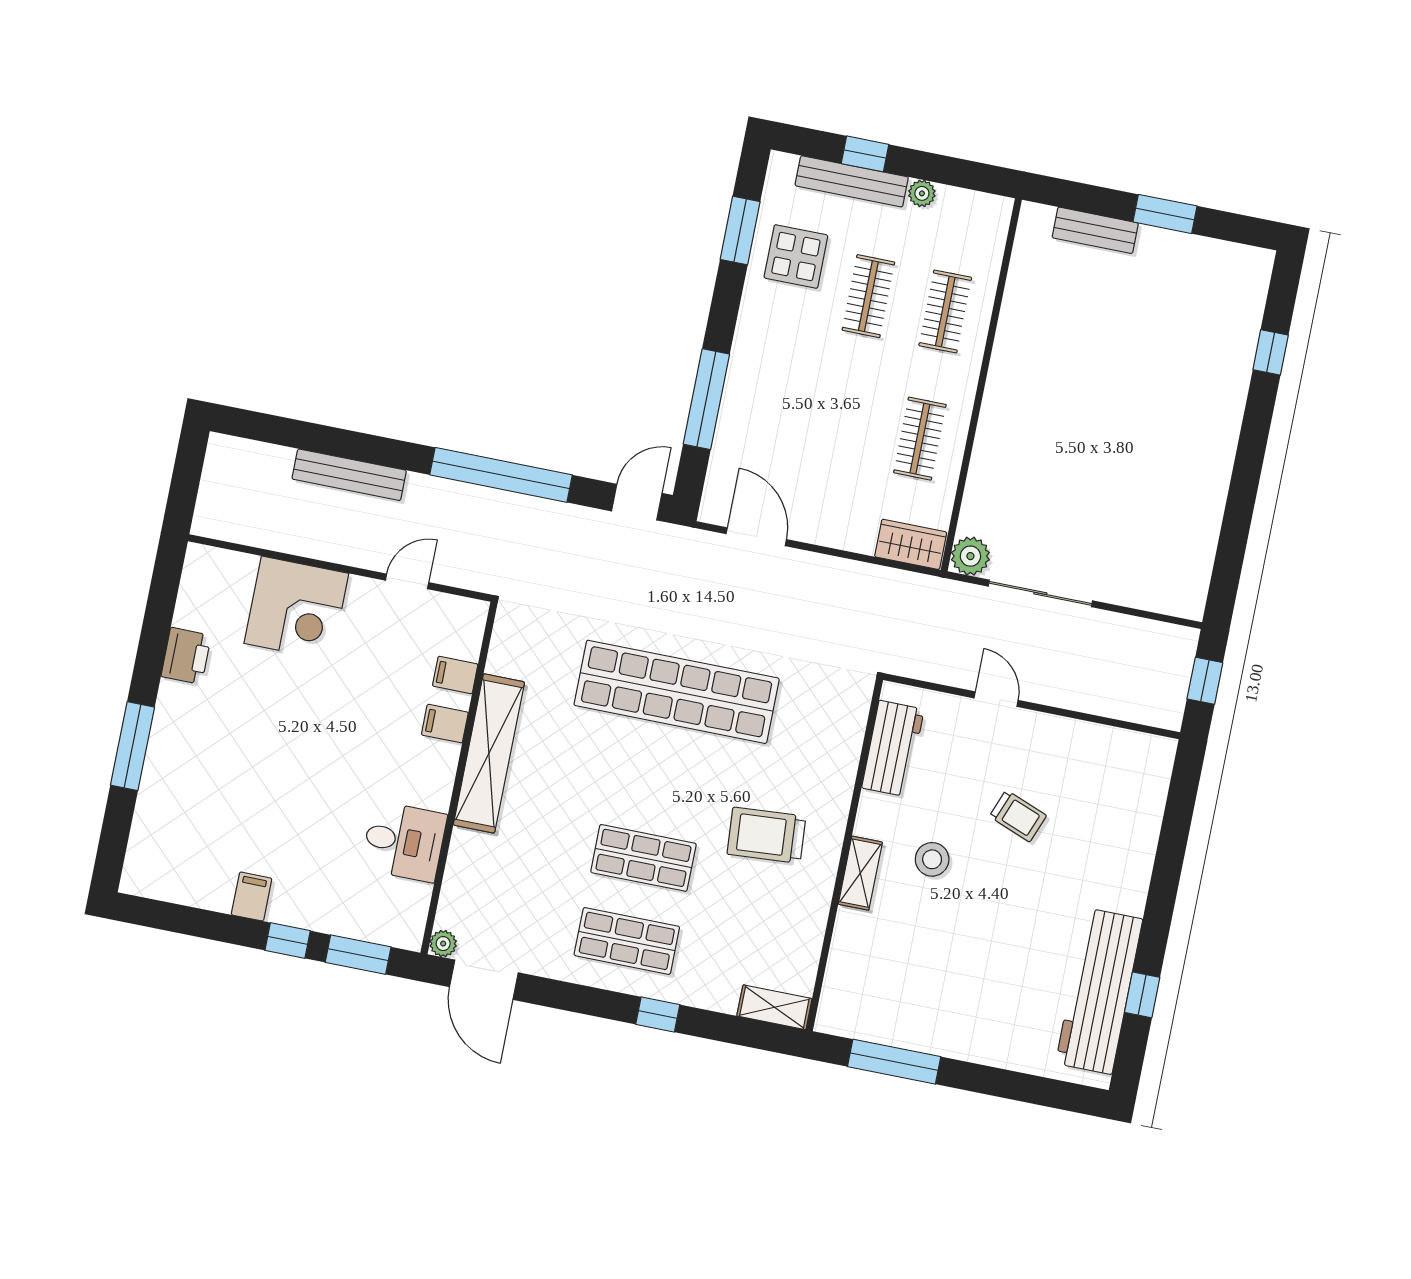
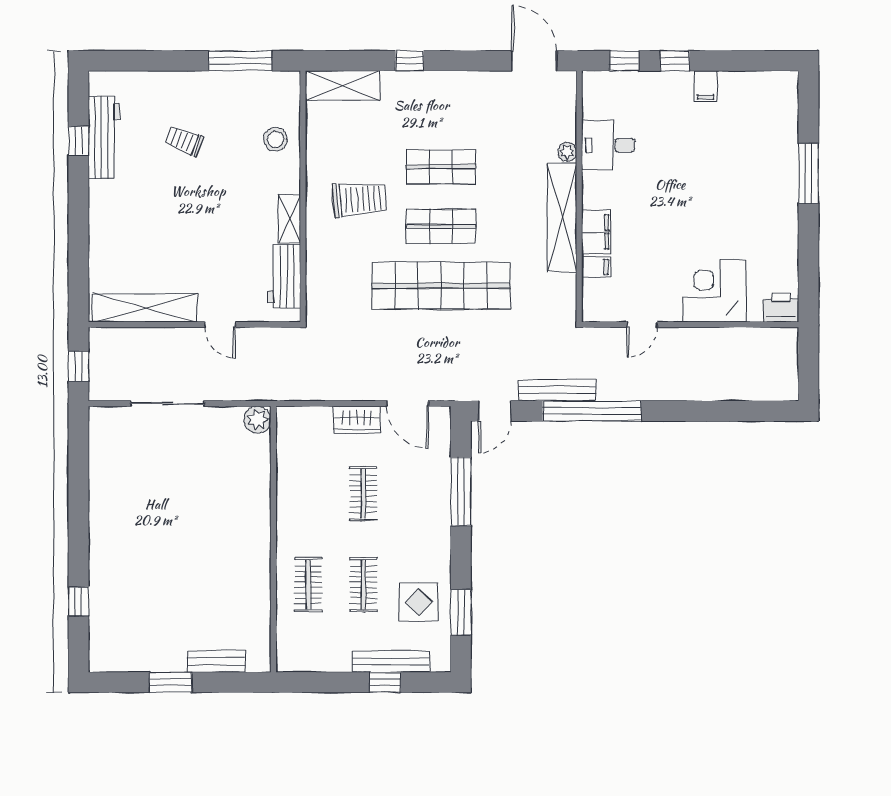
plant: (922, 193) -> (341, 663), removed
clothes rail: (920, 439) -> (363, 494), moved
bench: (349, 475) -> (557, 390), moved
wardrobe: (911, 544) -> (357, 420), moved
sliding door: (1040, 593) -> (167, 404), moved
printer: (186, 656) -> (781, 308), moved, turned 90
filing cabinet: (445, 724) -> (596, 232), width x2.00
shelving: (1096, 743) -> (145, 308), added
trolley: (1018, 816) -> (184, 141), moved
stool: (932, 859) -> (275, 139), moved
shelving: (860, 873) -> (290, 219), moved
shop shelf: (627, 941) -> (441, 226), moved
plant: (443, 944) -> (567, 152), moved
window: (358, 955) -> (624, 61), width x0.67
workbench: (1099, 991) -> (104, 138), width x0.73, depth x0.76
shelving: (774, 1007) -> (343, 86), width x1.50, depth x1.33

